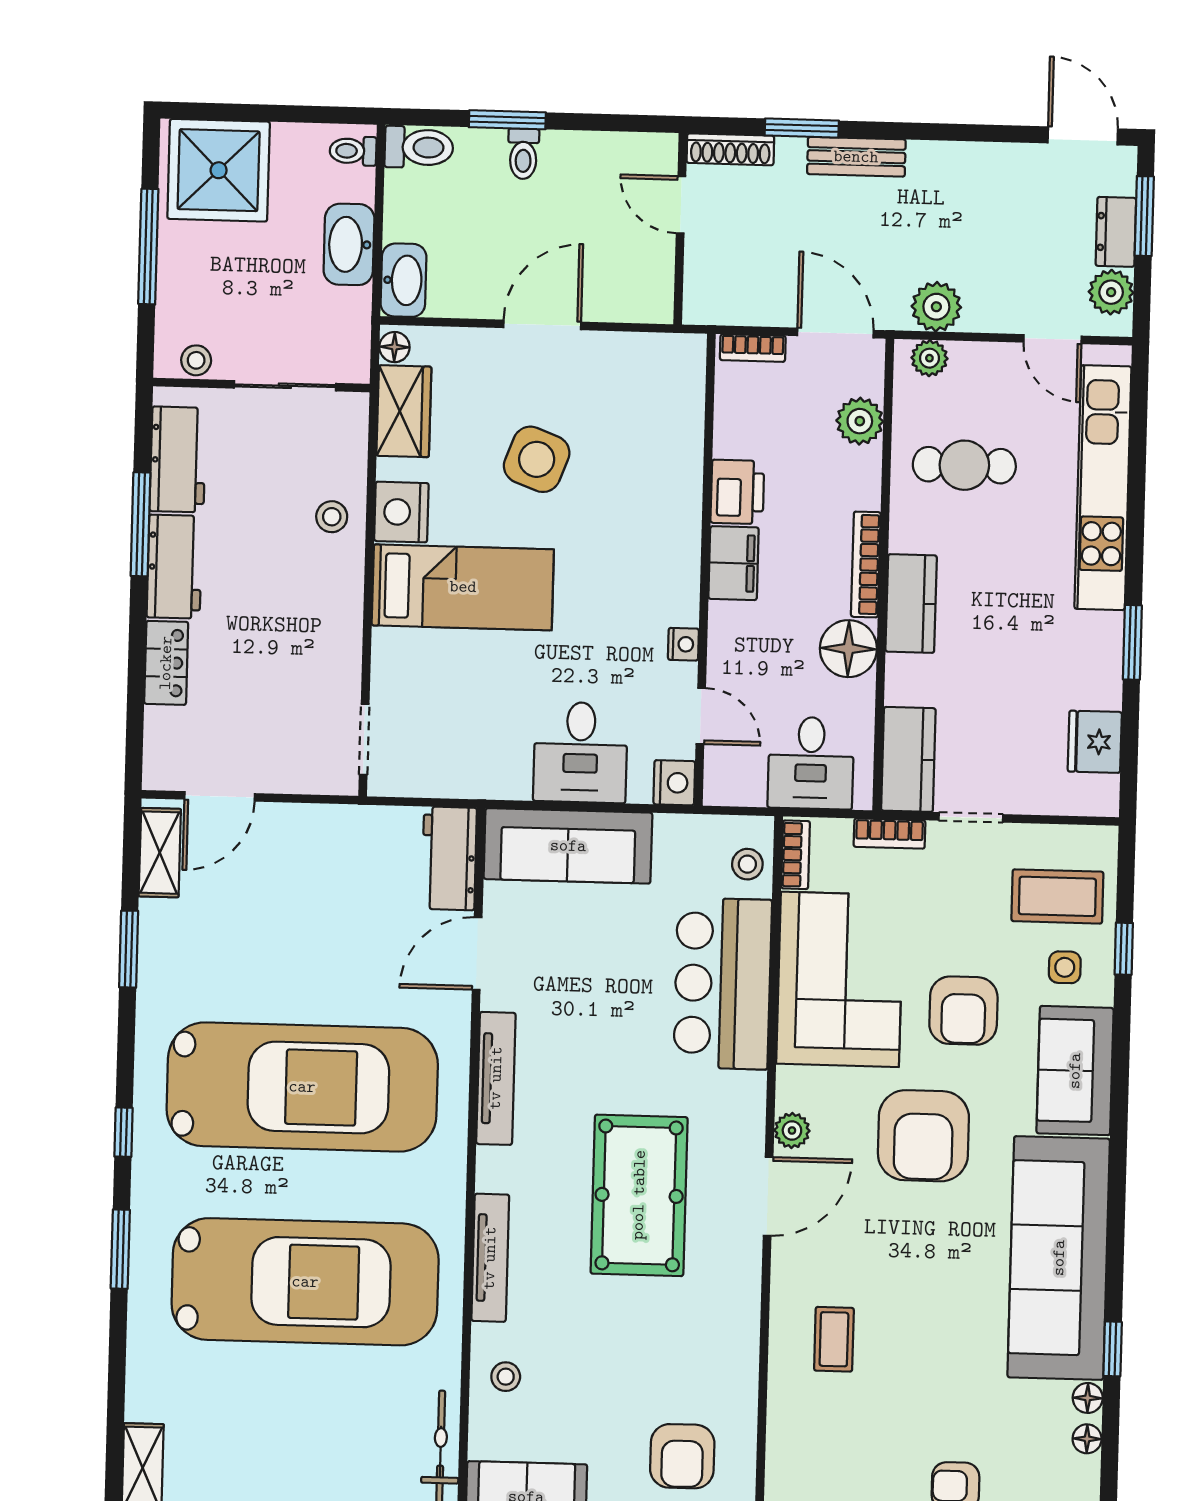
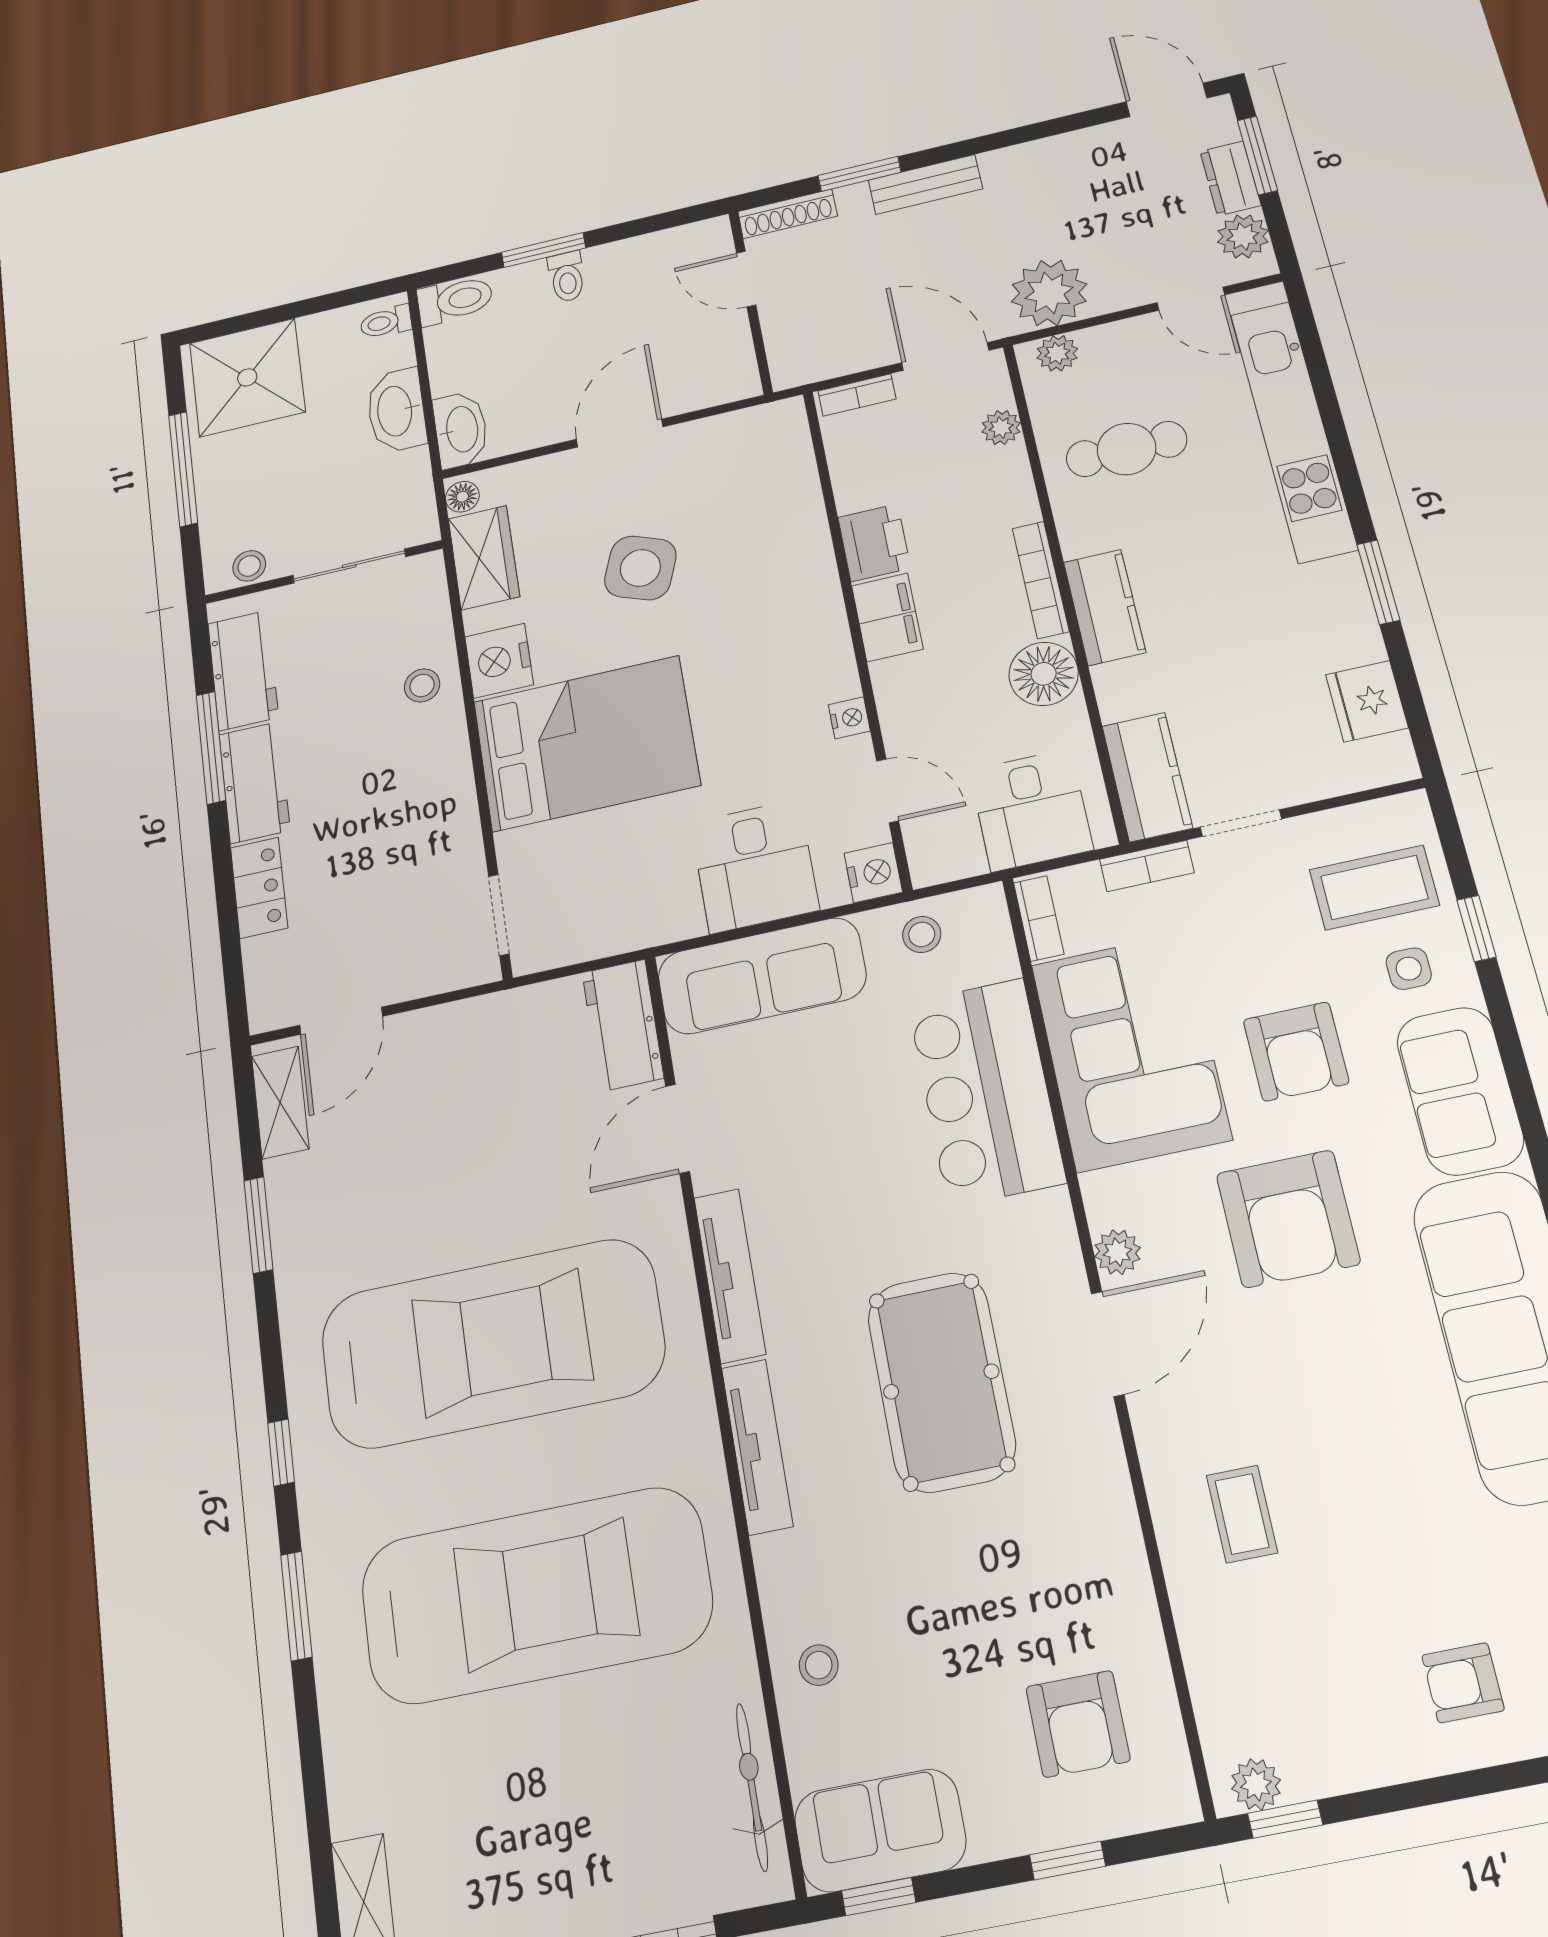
plant: (936, 307) -> (1049, 293), width x1.36, depth x1.36
plant: (860, 421) -> (1001, 428), width x0.73, depth x0.73
bed: (463, 587) -> (586, 743), width x1.50
stool: (747, 864) -> (922, 934), moved
tv unit: (490, 1258) -> (757, 1447), moved

